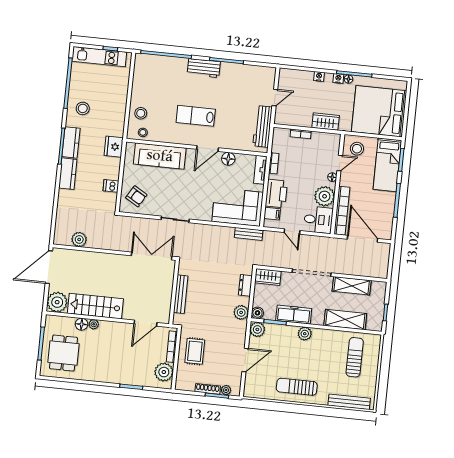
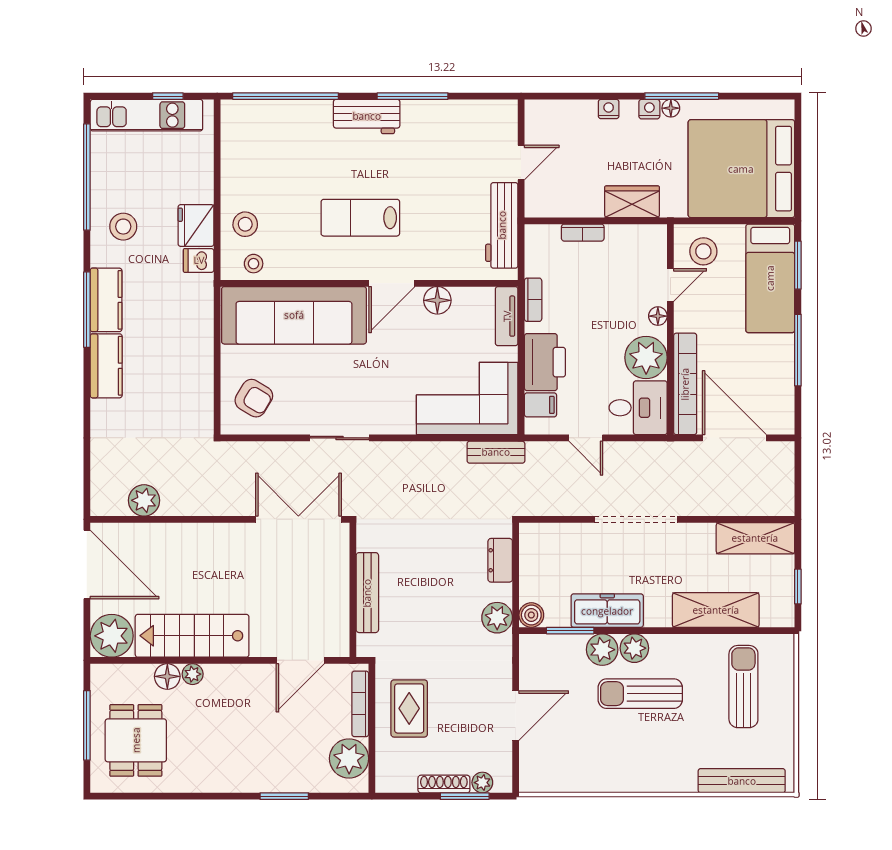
fridge: (114, 147) -> (196, 226), moved
sofa: (160, 156) -> (294, 315), width x1.36, depth x1.27
dishwasher: (111, 186) -> (199, 260), moved
door: (49, 267) -> (87, 565), swing flipped
wardrobe: (268, 277) -> (545, 538), removed
shelving: (352, 286) -> (755, 538), moved
plant: (257, 329) -> (602, 650), moved
sun lounger: (297, 387) -> (640, 694), moved

